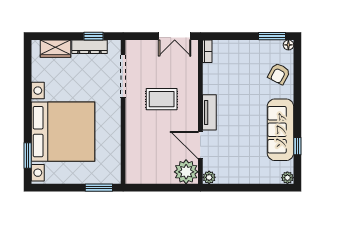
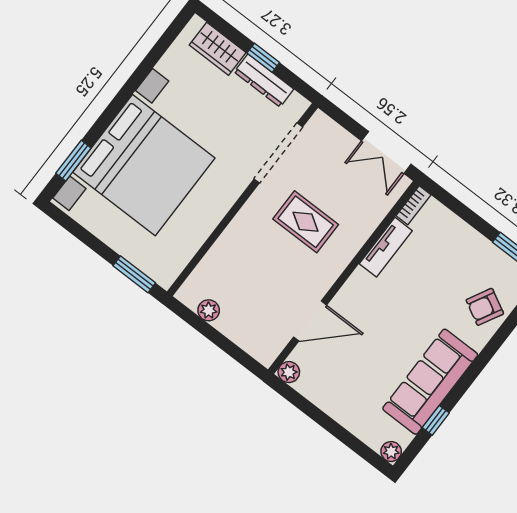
window: (93, 36) -> (263, 58), moved
tv unit: (209, 112) -> (386, 247), moved
door: (200, 145) -> (310, 321), swing flipped
plant: (186, 172) -> (209, 310), moved, width x0.53, depth x0.53

